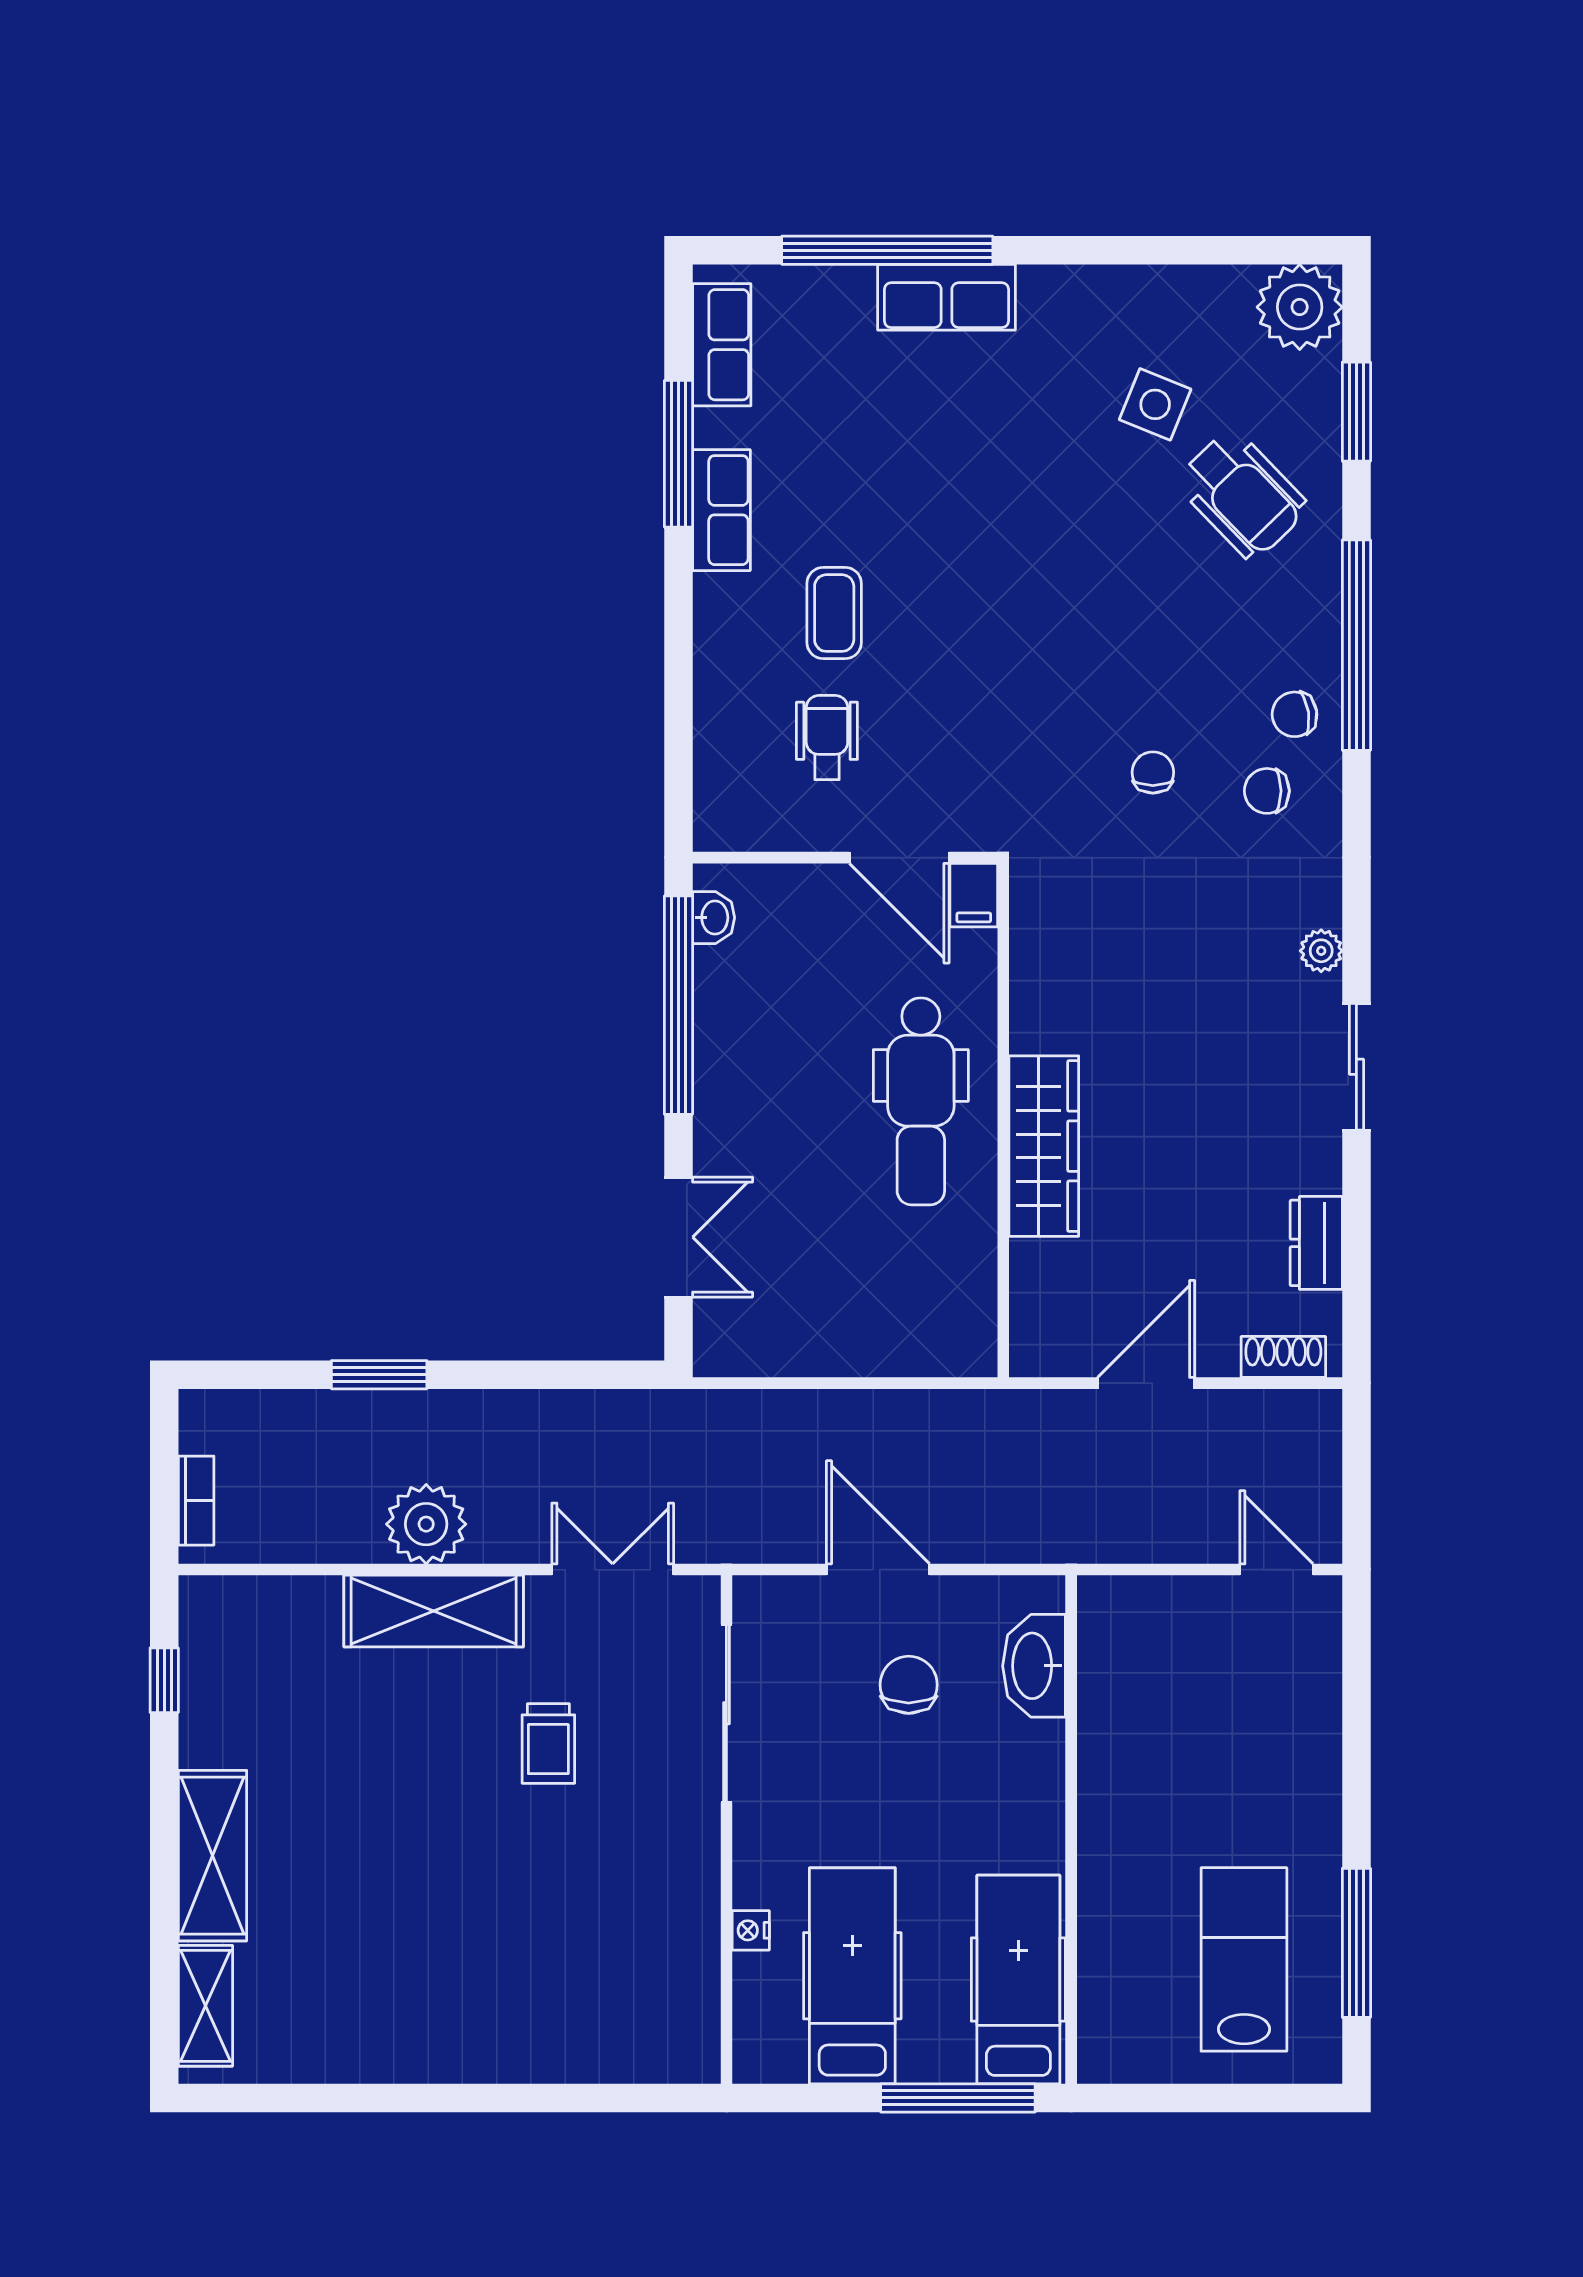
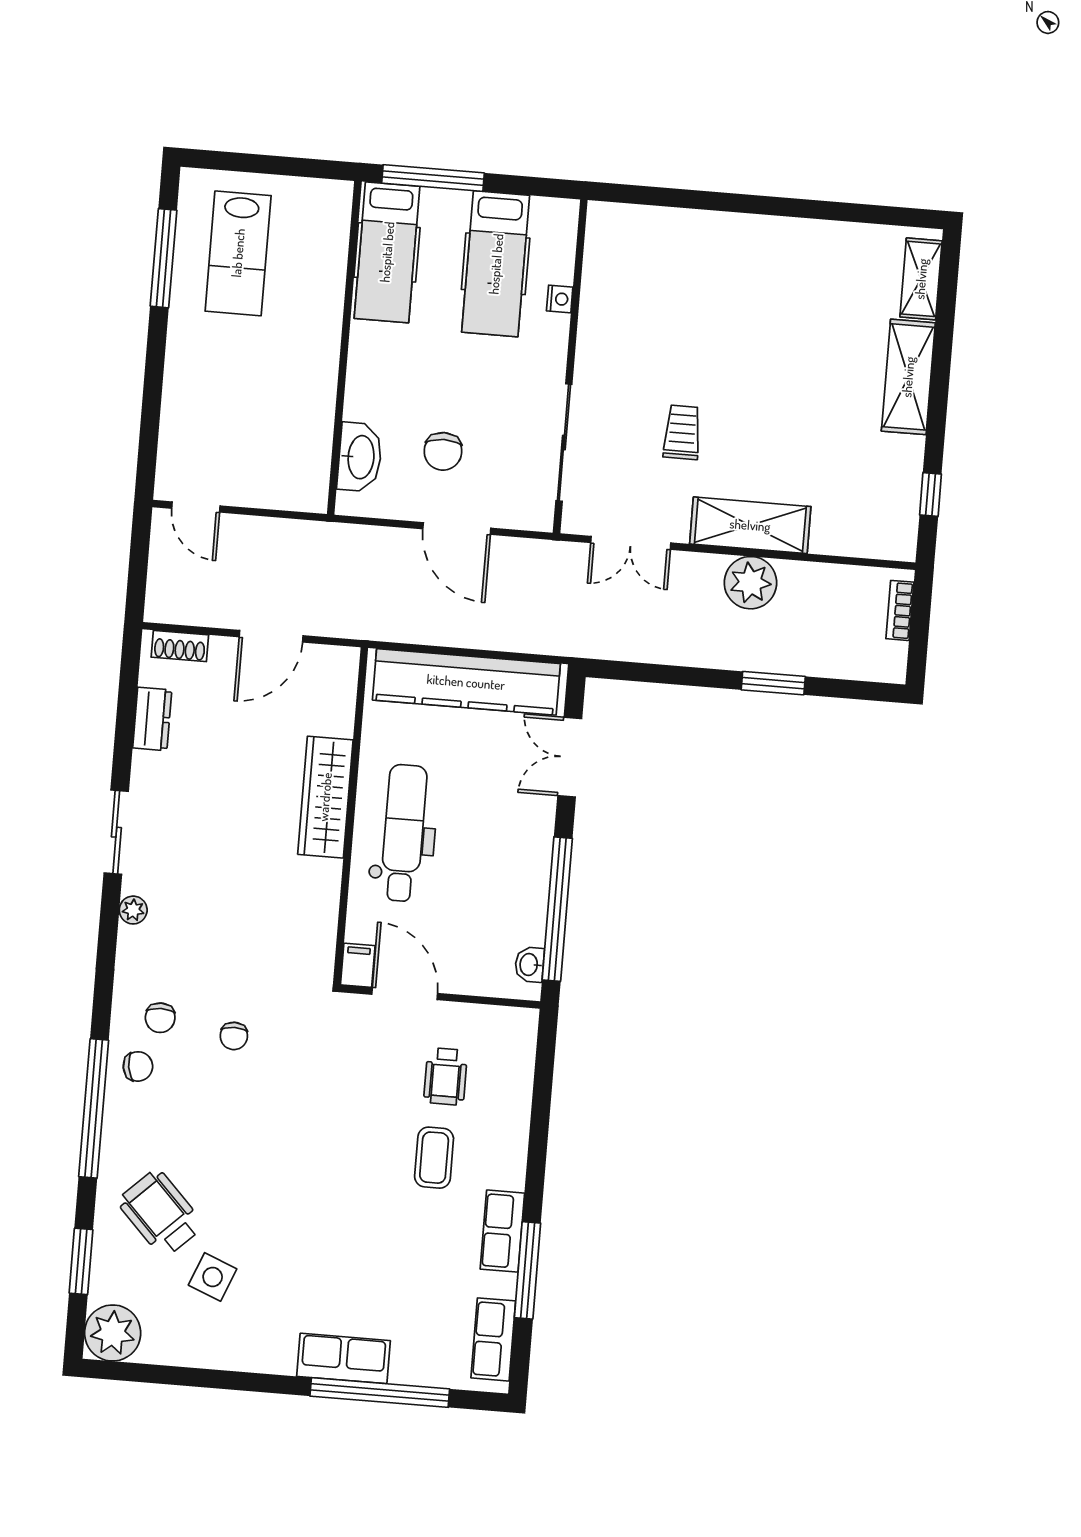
chair: (1267, 791) -> (160, 1018), turned 90
kitchen counter: (844, 1338) -> (466, 682), added

